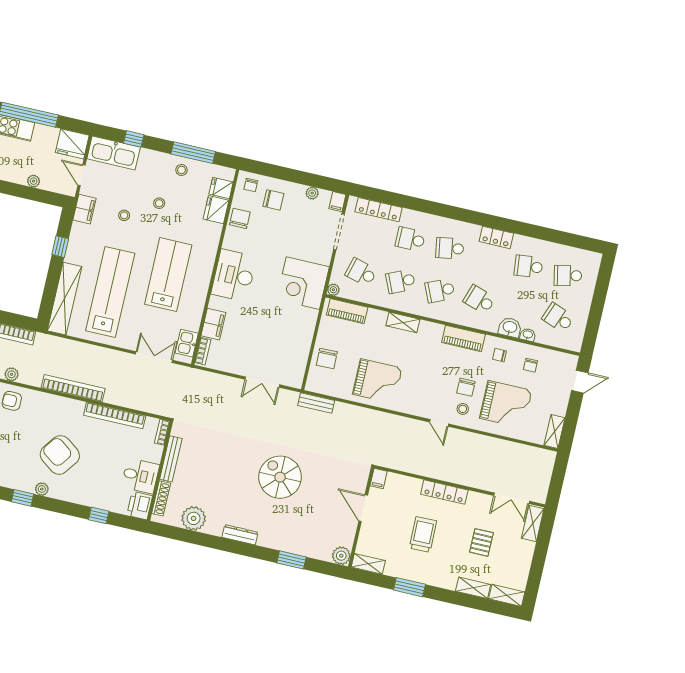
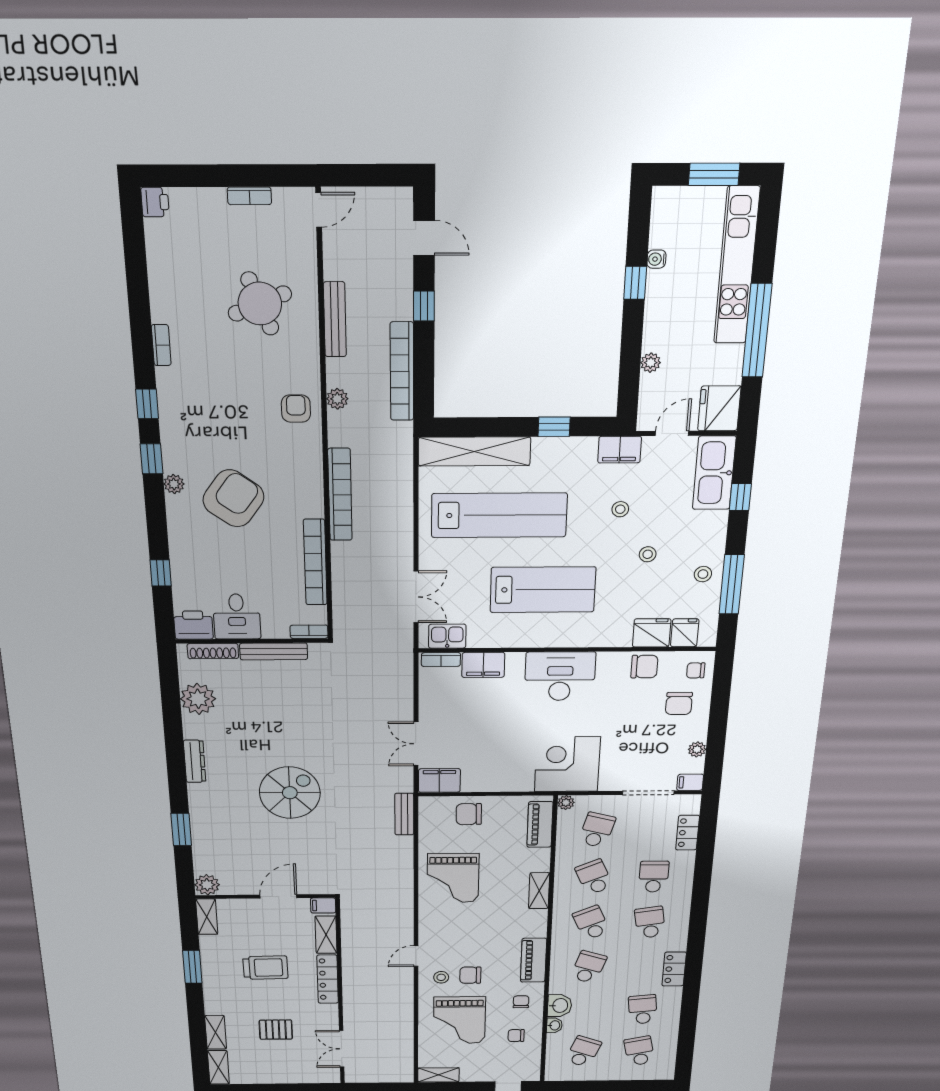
locker: (379, 210) -> (688, 833), width x0.66
filing cabinet: (295, 373) -> (439, 780), added
shelving: (533, 524) -> (326, 935), moved, turned 90

